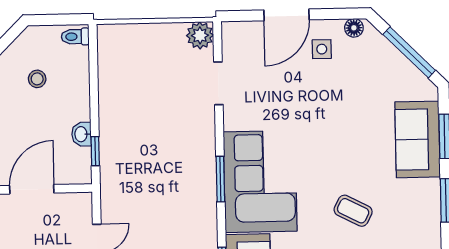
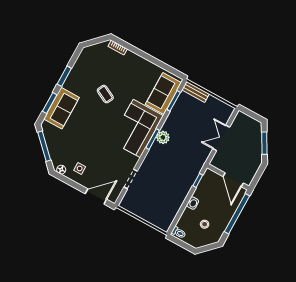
door: (287, 15) -> (96, 197), moved
plant: (200, 35) -> (163, 137), moved
washbasin: (81, 134) -> (193, 203), moved
door: (32, 189) -> (233, 180), hinge flipped

